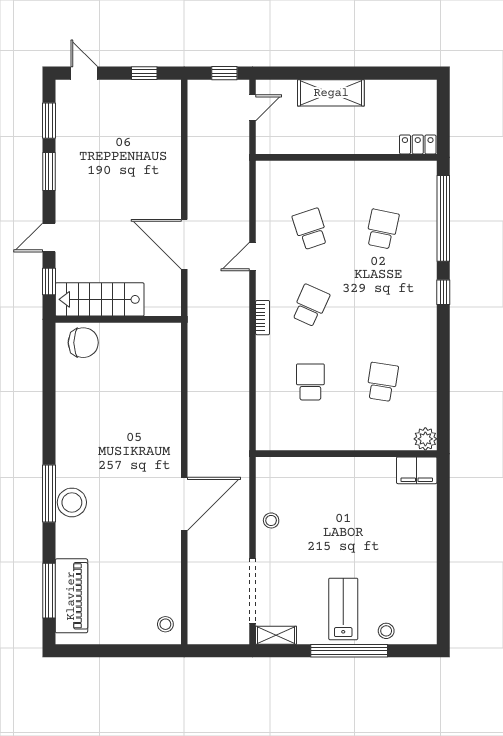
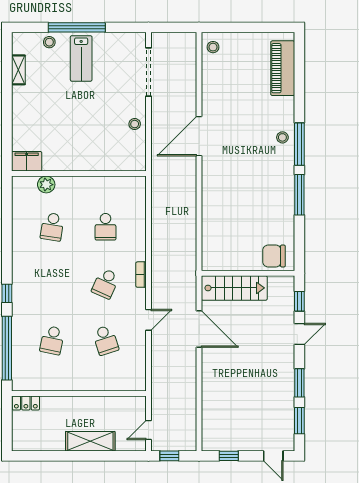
stairs: (100, 299) -> (234, 288), moved
plant: (425, 439) -> (46, 185), moved
stool: (72, 502) -> (282, 137), width x0.53, depth x0.53
window: (49, 591) -> (299, 195), moved
shelving: (276, 635) -> (18, 70), moved, turned 90

